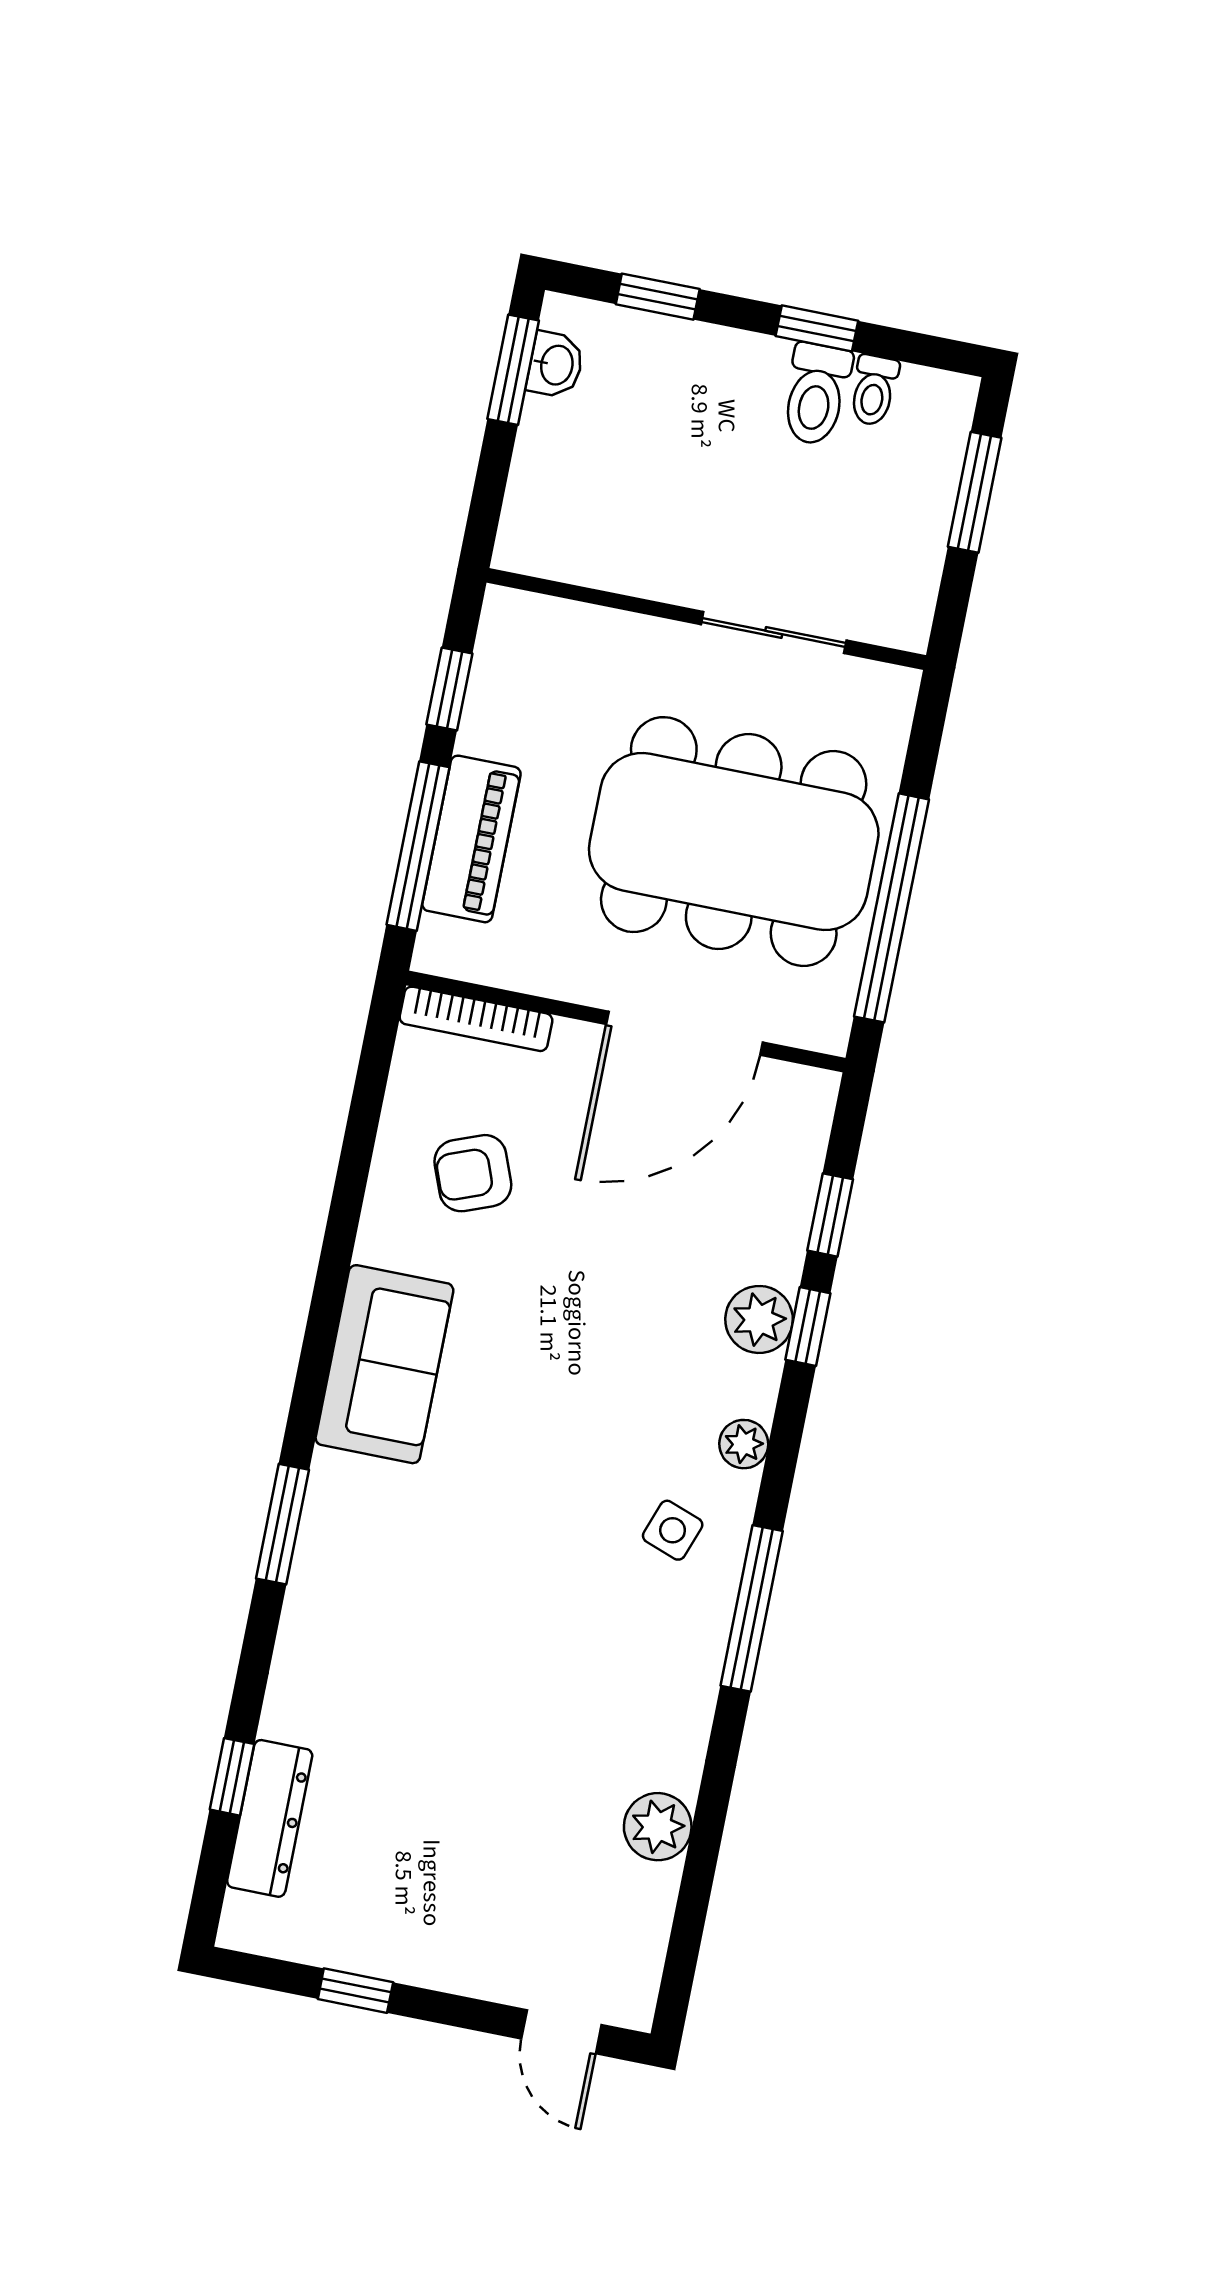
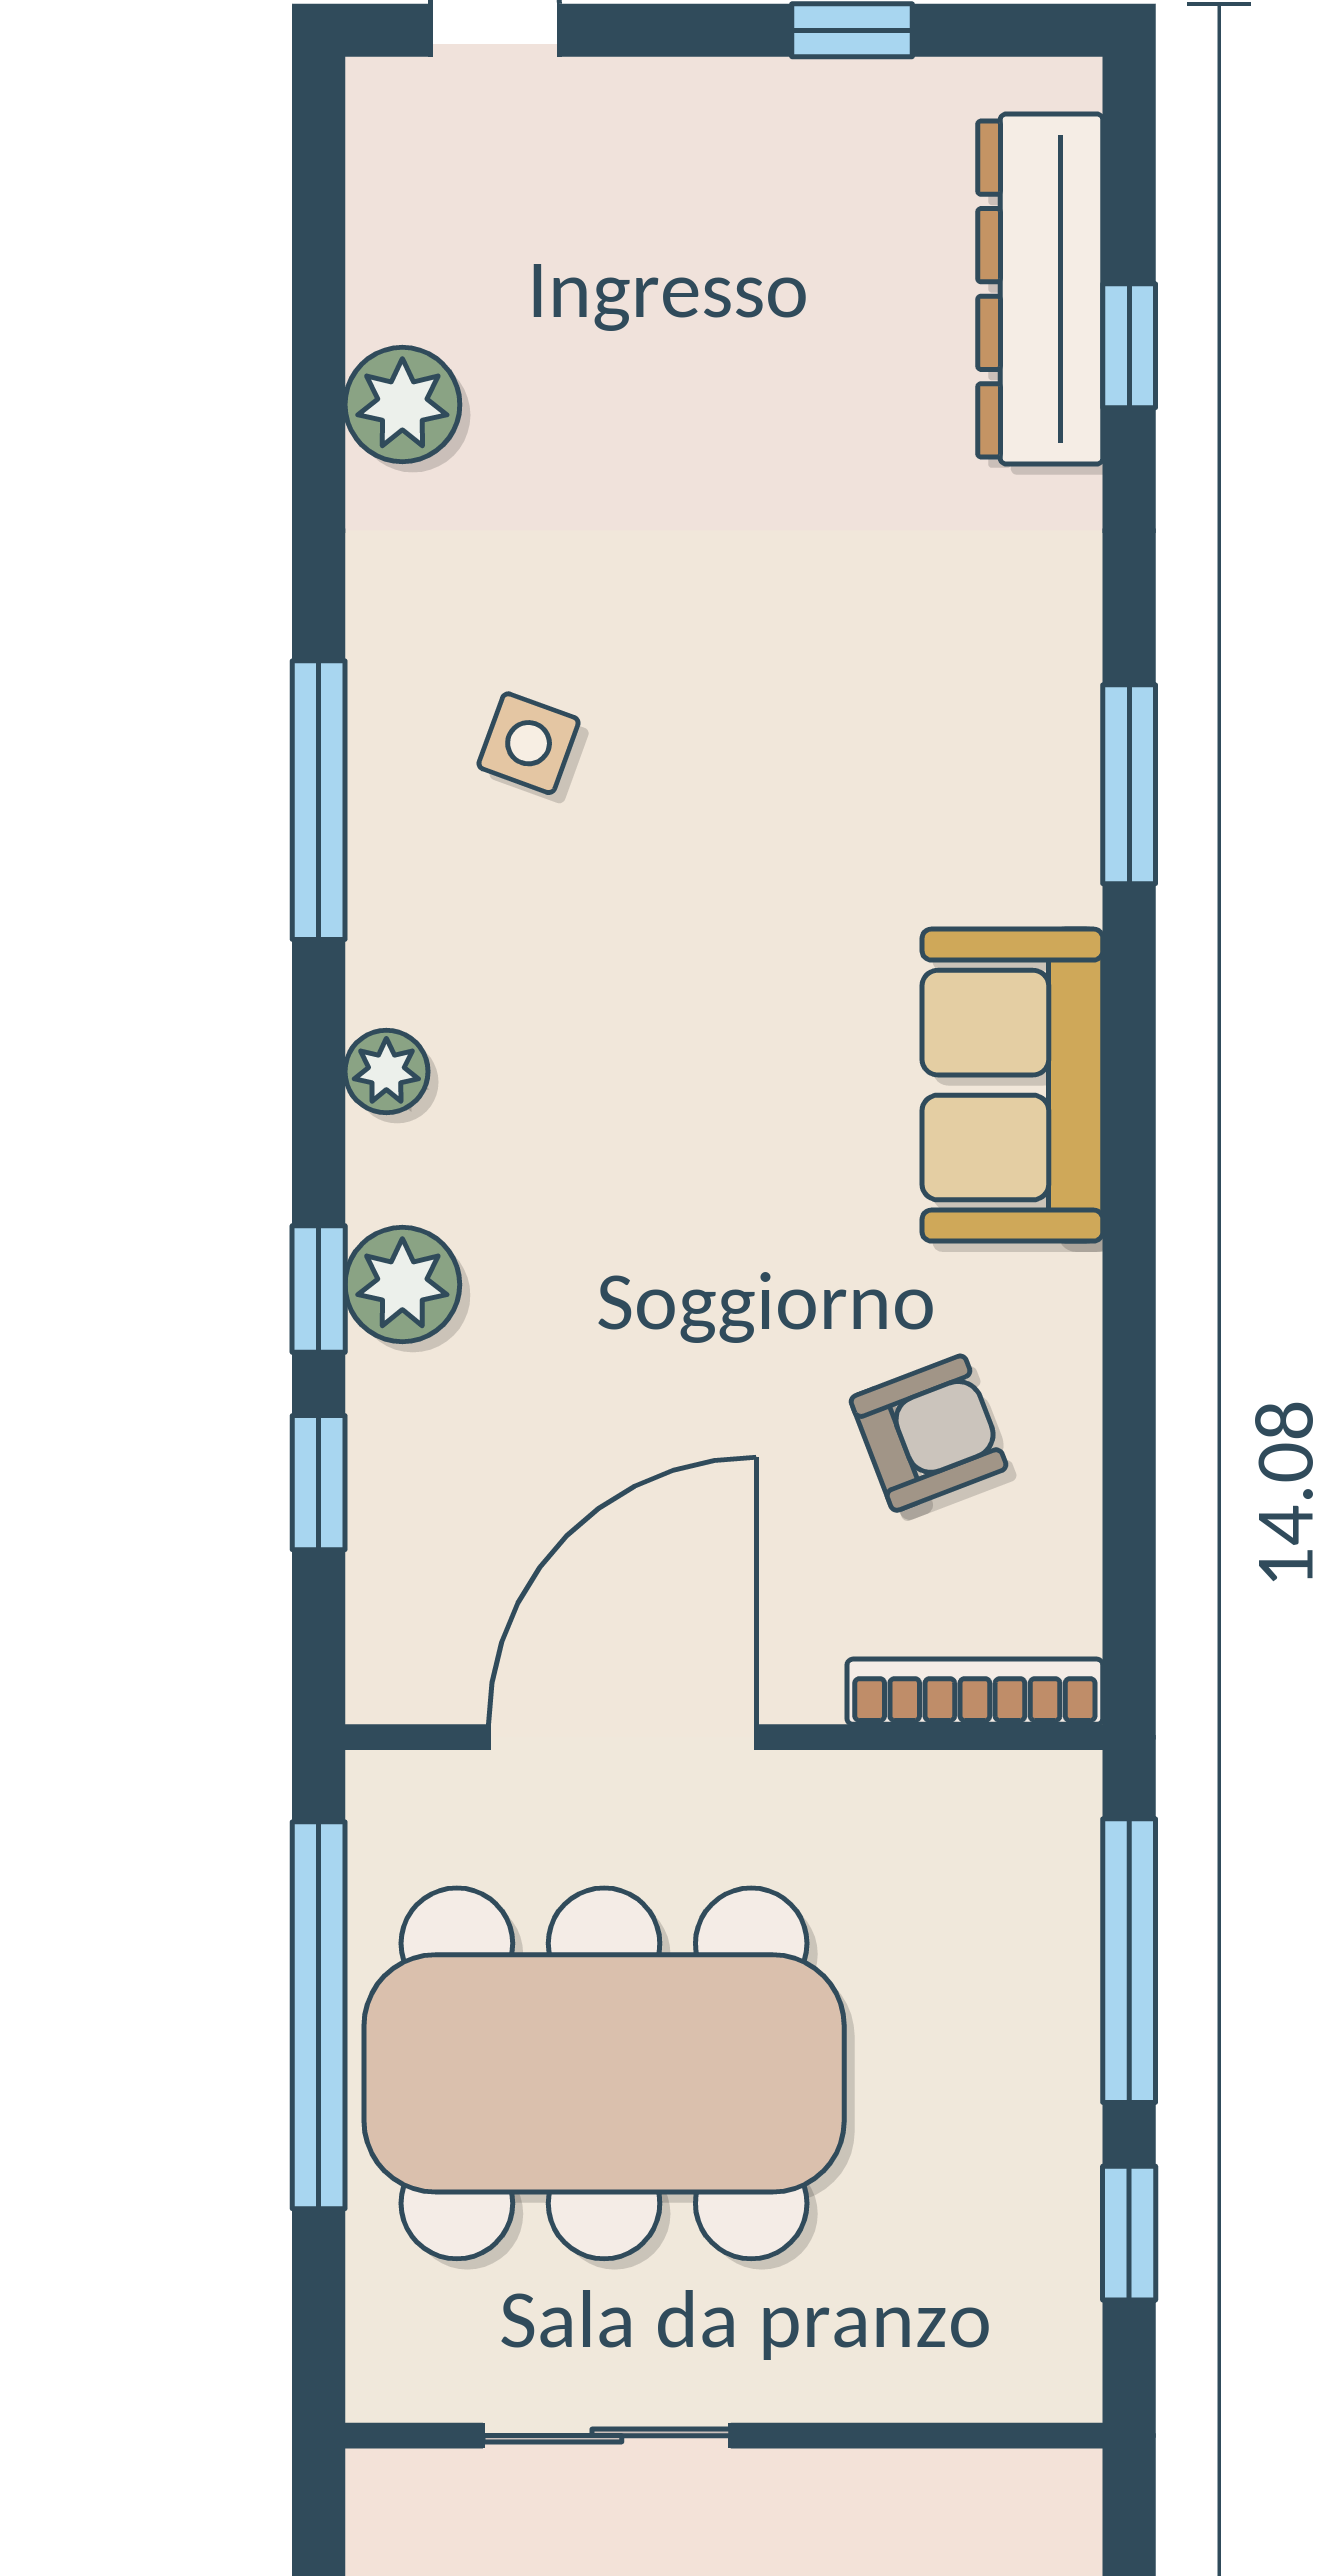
piano: (471, 839) -> (1042, 1990), removed
side table: (673, 1530) -> (529, 743), moved
dresser: (270, 1818) -> (1040, 289), width x1.37, depth x1.24

